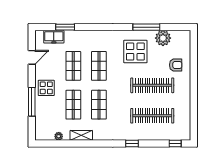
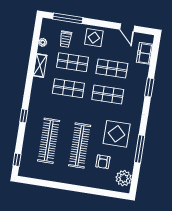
window: (65, 27) -> (149, 87), moved
plant: (163, 38) -> (124, 178), moved
armchair: (176, 65) -> (103, 162), moved
window: (32, 102) -> (68, 18), moved
trolley: (52, 115) -> (66, 39), added

